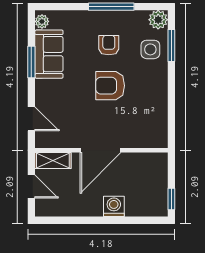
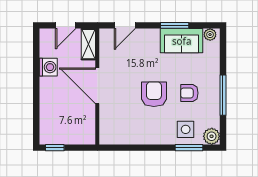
armchair: (109, 45) -> (189, 93), turned 180
washing machine: (114, 206) -> (48, 67), moved

